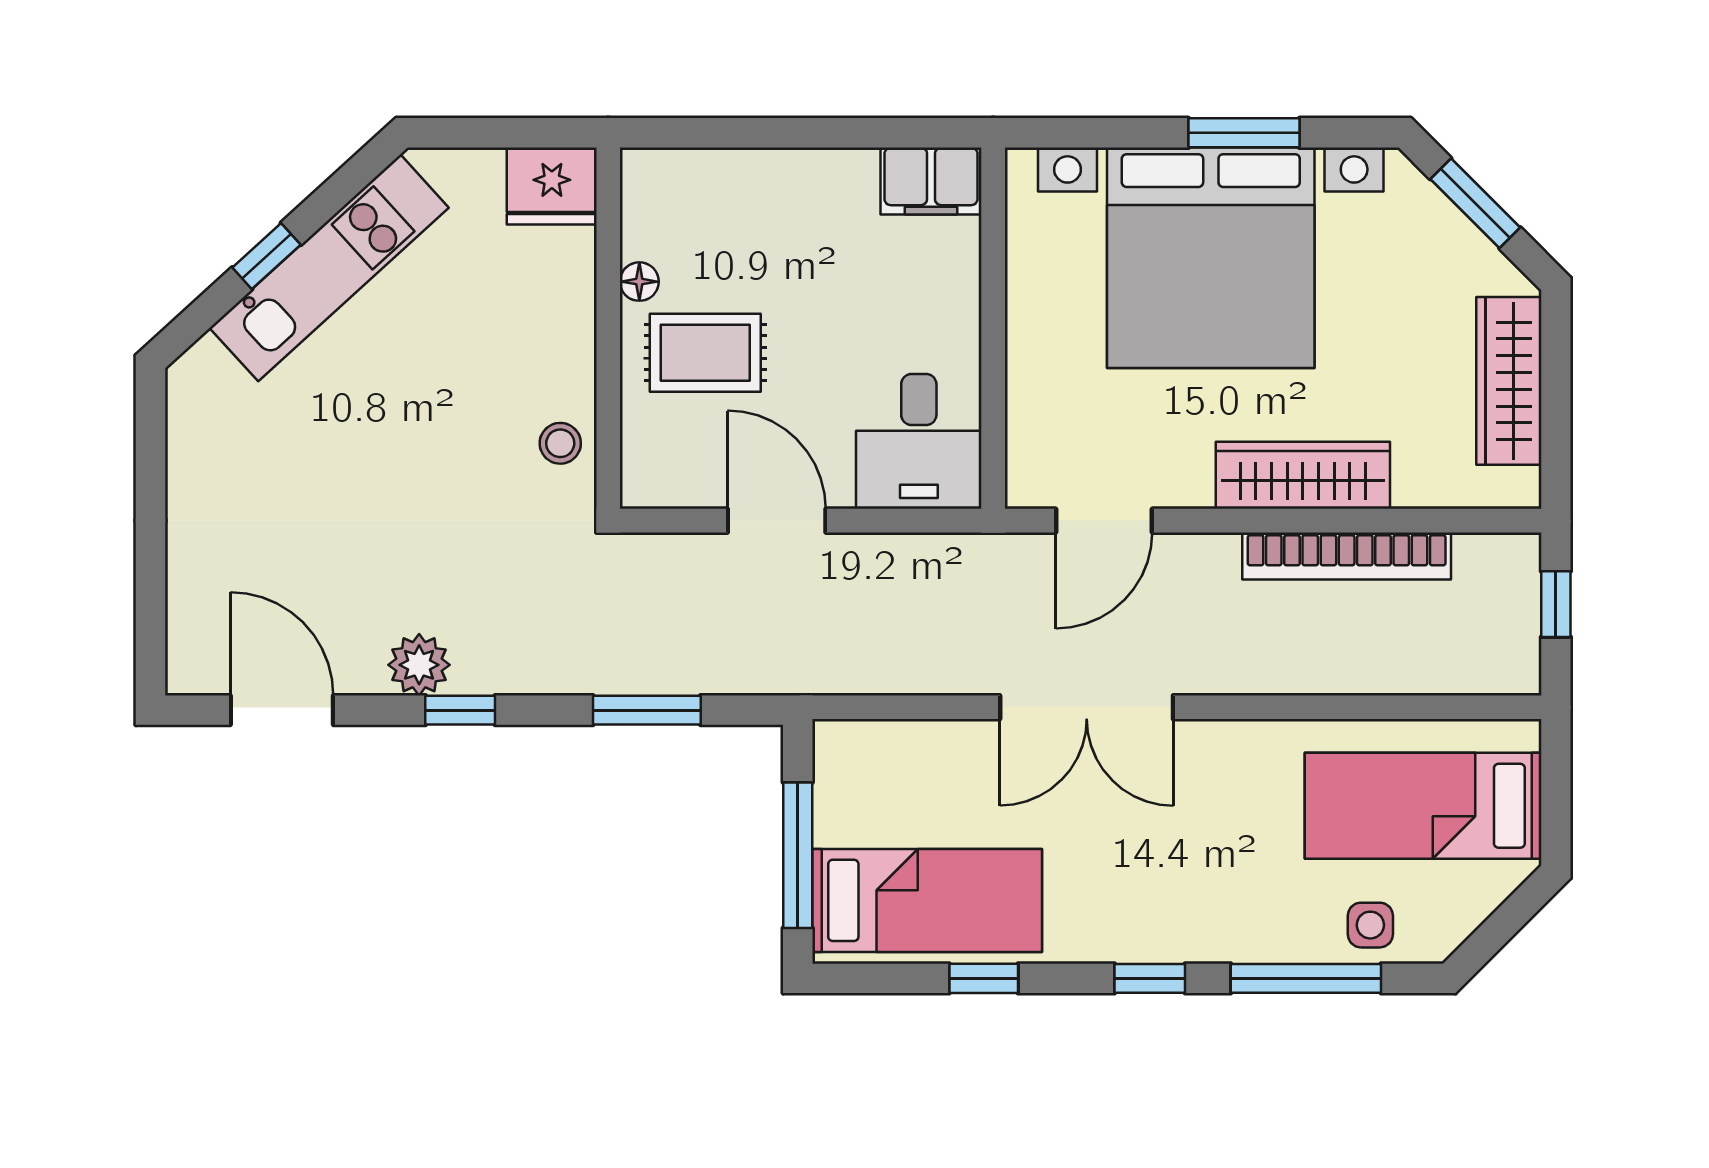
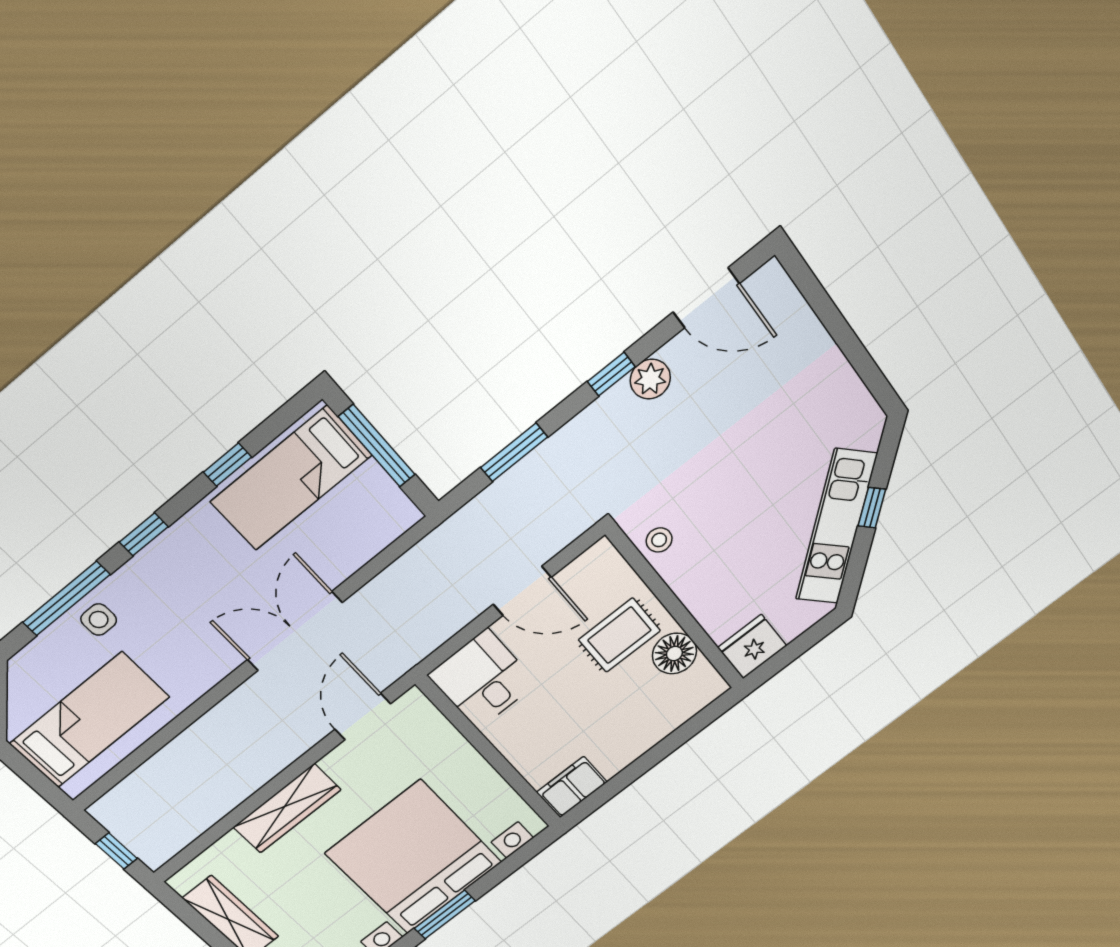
floor lamp: (639, 282) -> (674, 654), width x1.89, depth x1.89
bookcase: (1347, 556) -> (234, 793), removed
side table: (1370, 925) -> (99, 620), moved

